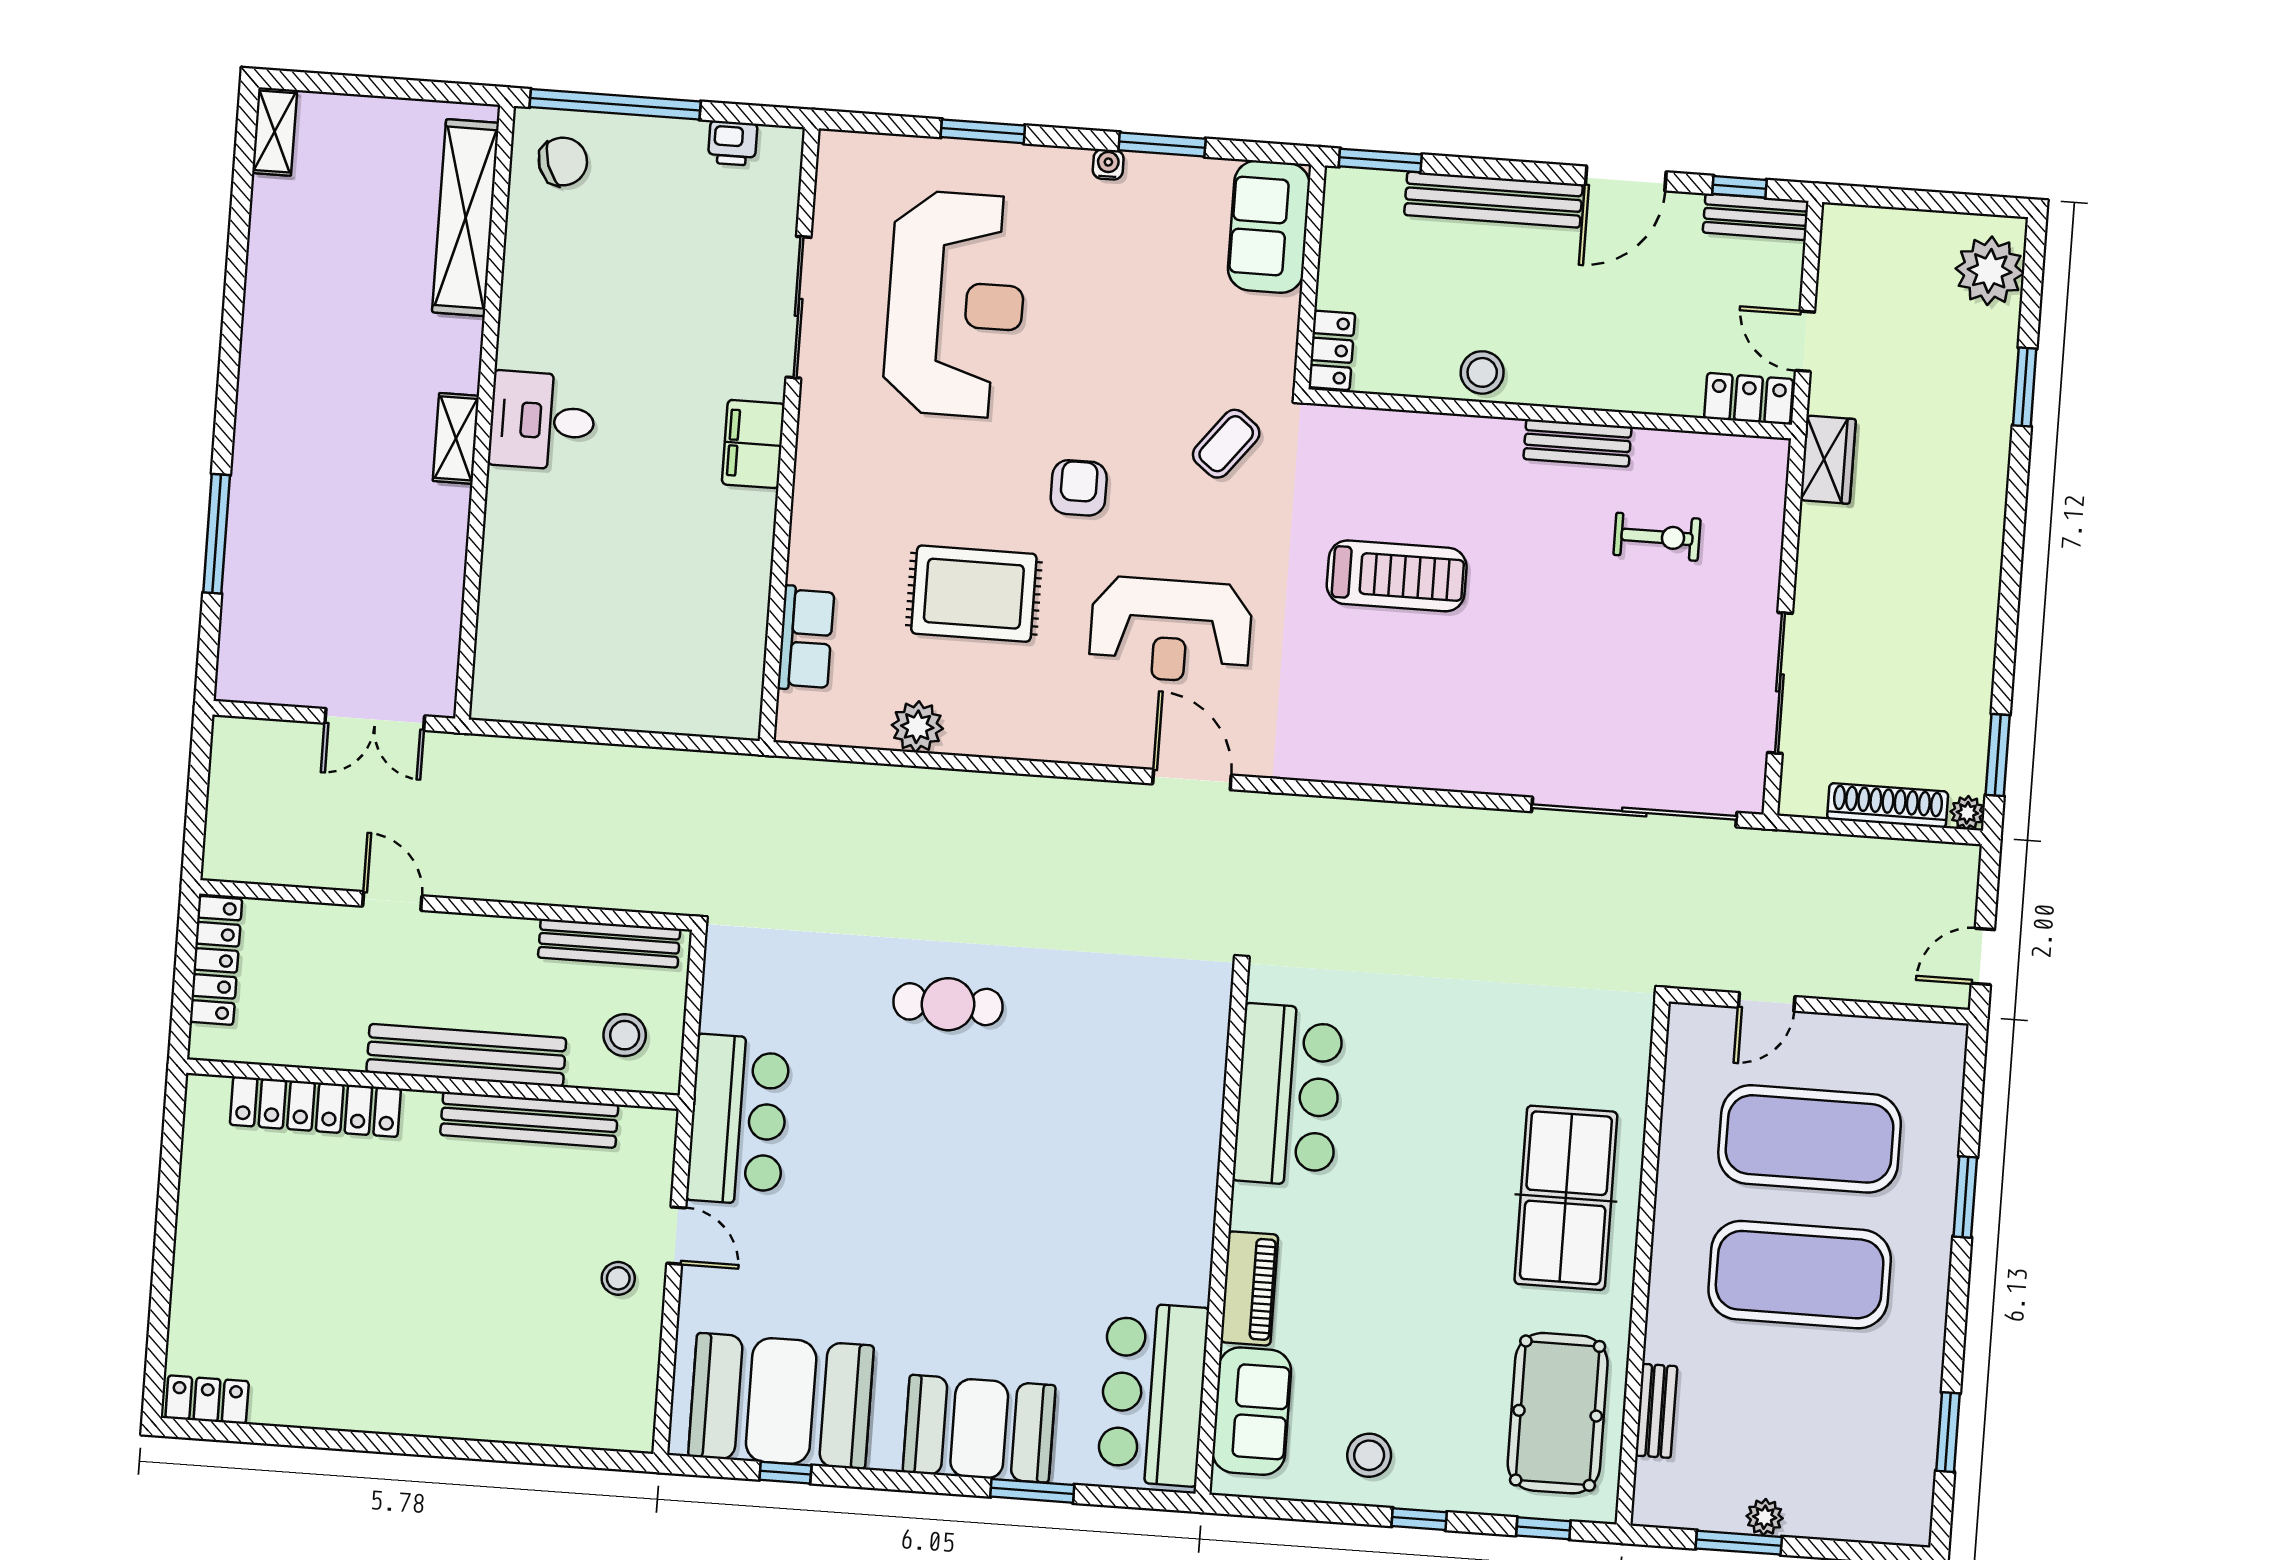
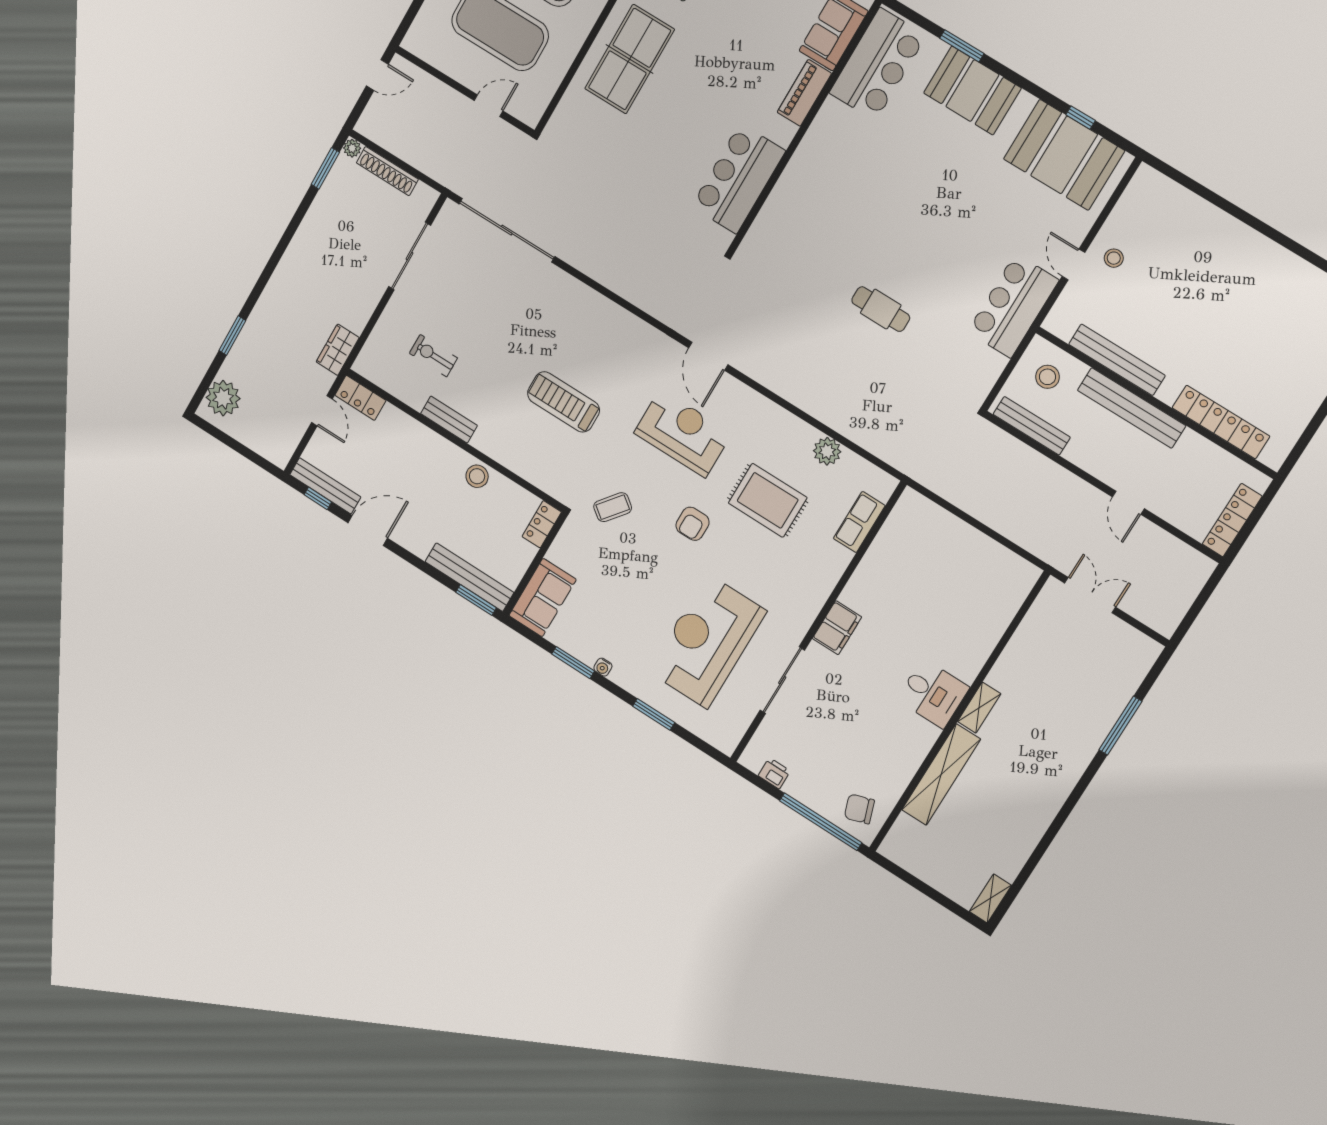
bench: (1493, 200) -> (469, 577), moved
bench: (1756, 217) -> (325, 486), width x1.36
shelving: (466, 218) -> (941, 775), moved

